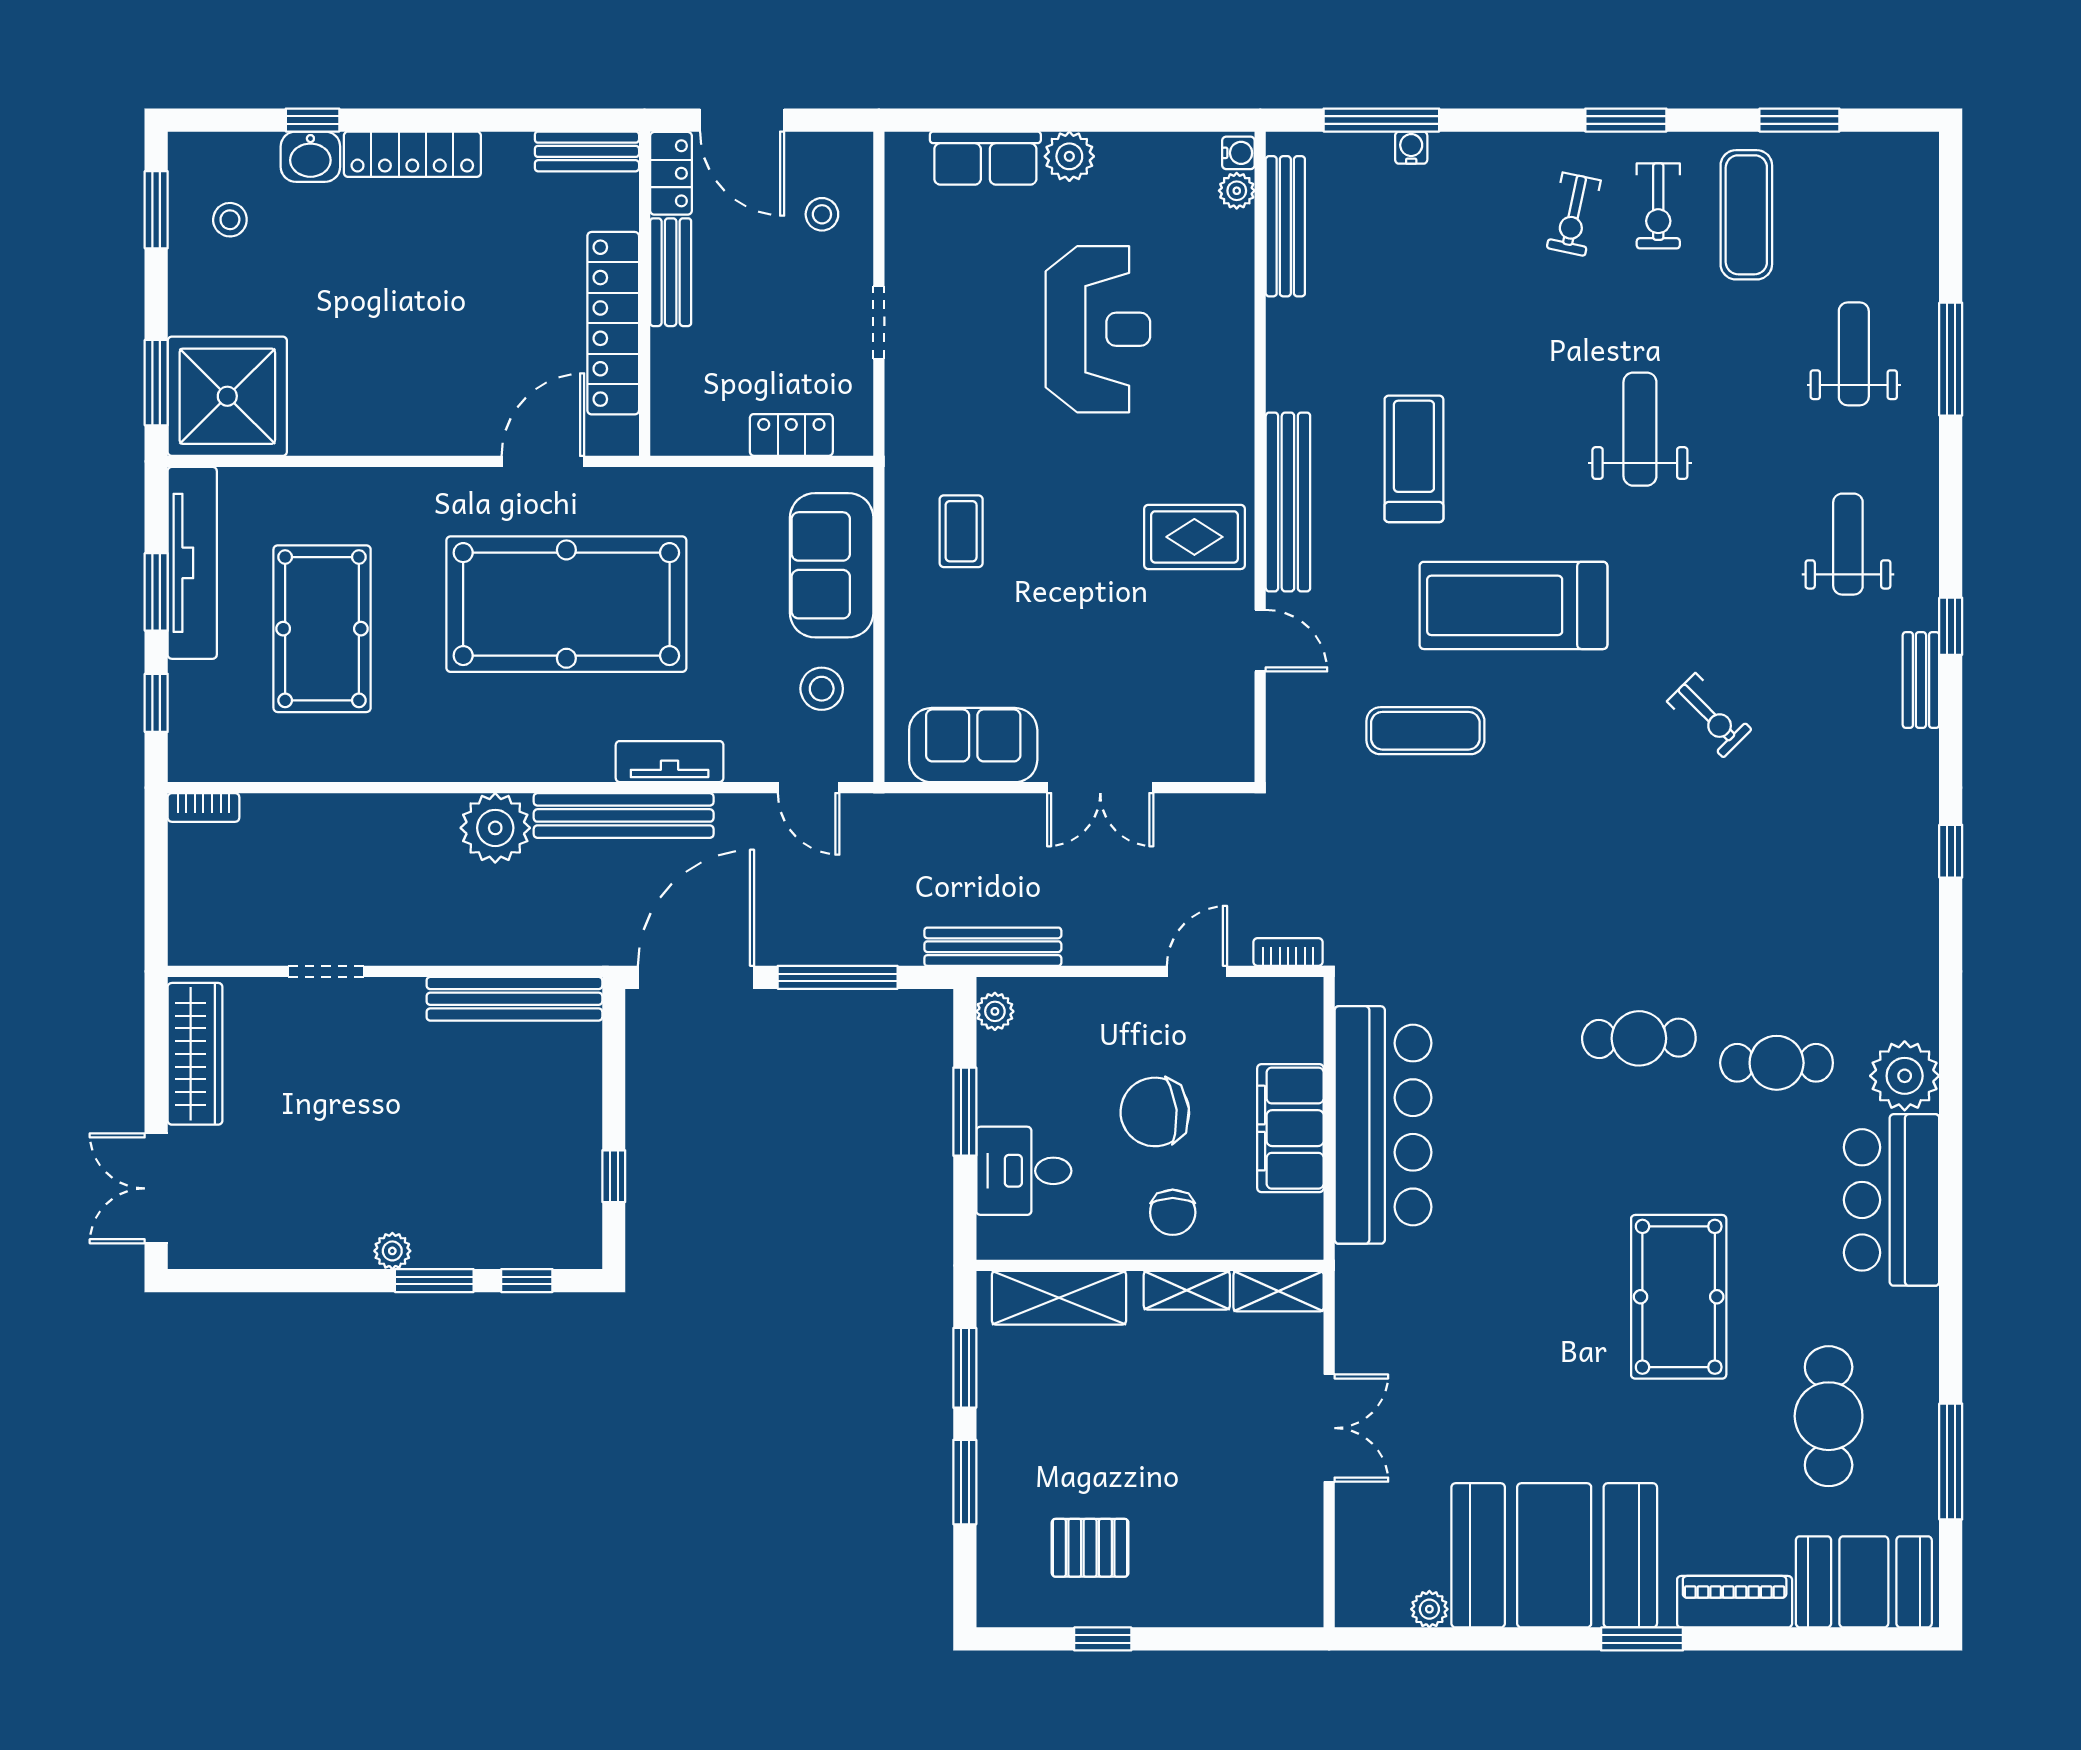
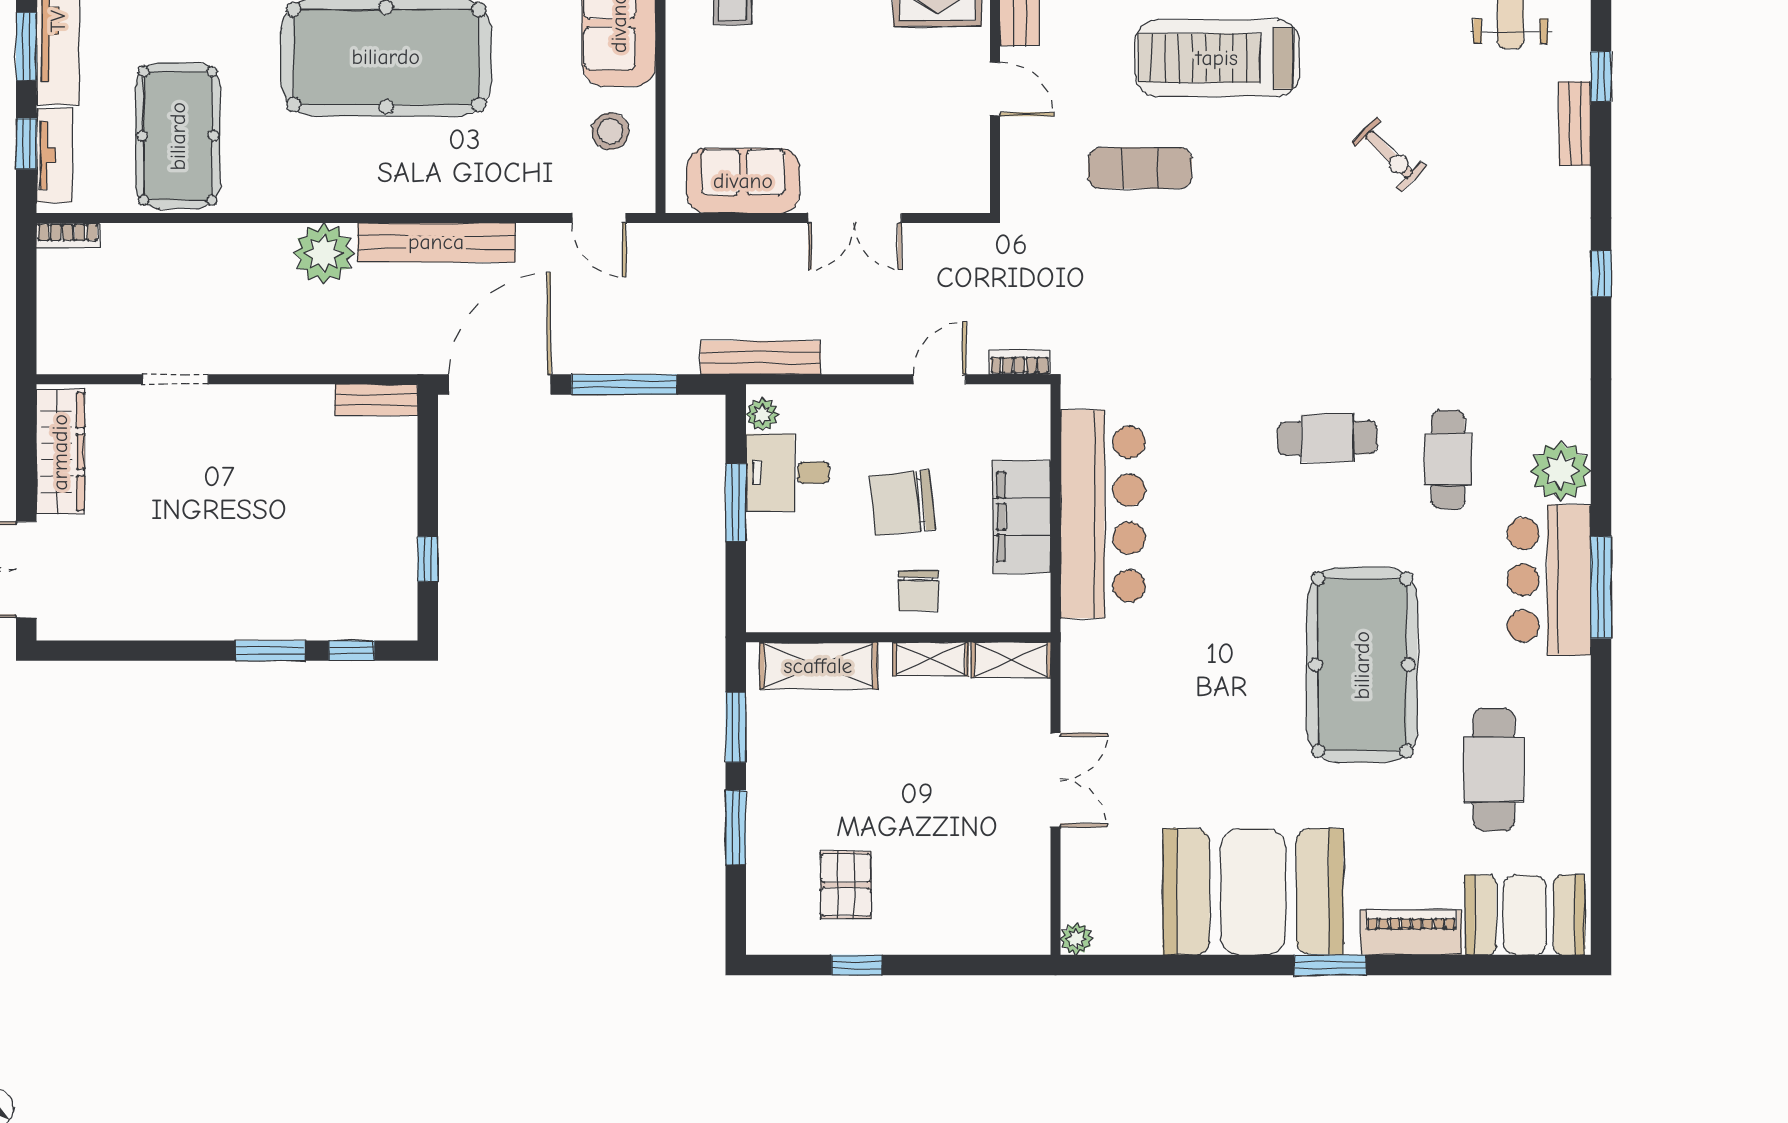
pool table: (322, 629) -> (178, 136), moved
tv unit: (670, 762) -> (54, 155), moved, turned 90
bench: (514, 999) -> (376, 400), width x0.54, depth x0.82
cafe table: (1777, 1063) -> (1448, 459), turned 90
desk: (1024, 1171) -> (788, 473), moved
plant: (392, 1251) -> (233, 625), removed
pool table: (1679, 1297) -> (1362, 665), width x1.36, depth x1.32
window: (1951, 1461) -> (1601, 587), moved
pallet: (1090, 1548) -> (846, 885), turned 90
plant: (1429, 1609) -> (1076, 939), moved

